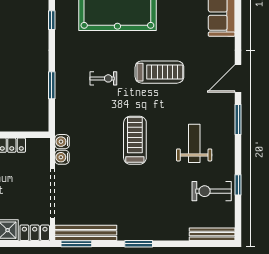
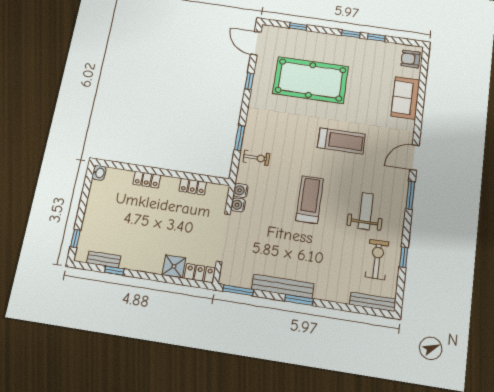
exercise bike: (103, 78) -> (256, 158), moved
exercise bike: (212, 191) -> (377, 259), turned 90
bench: (86, 233) -> (283, 286), moved

